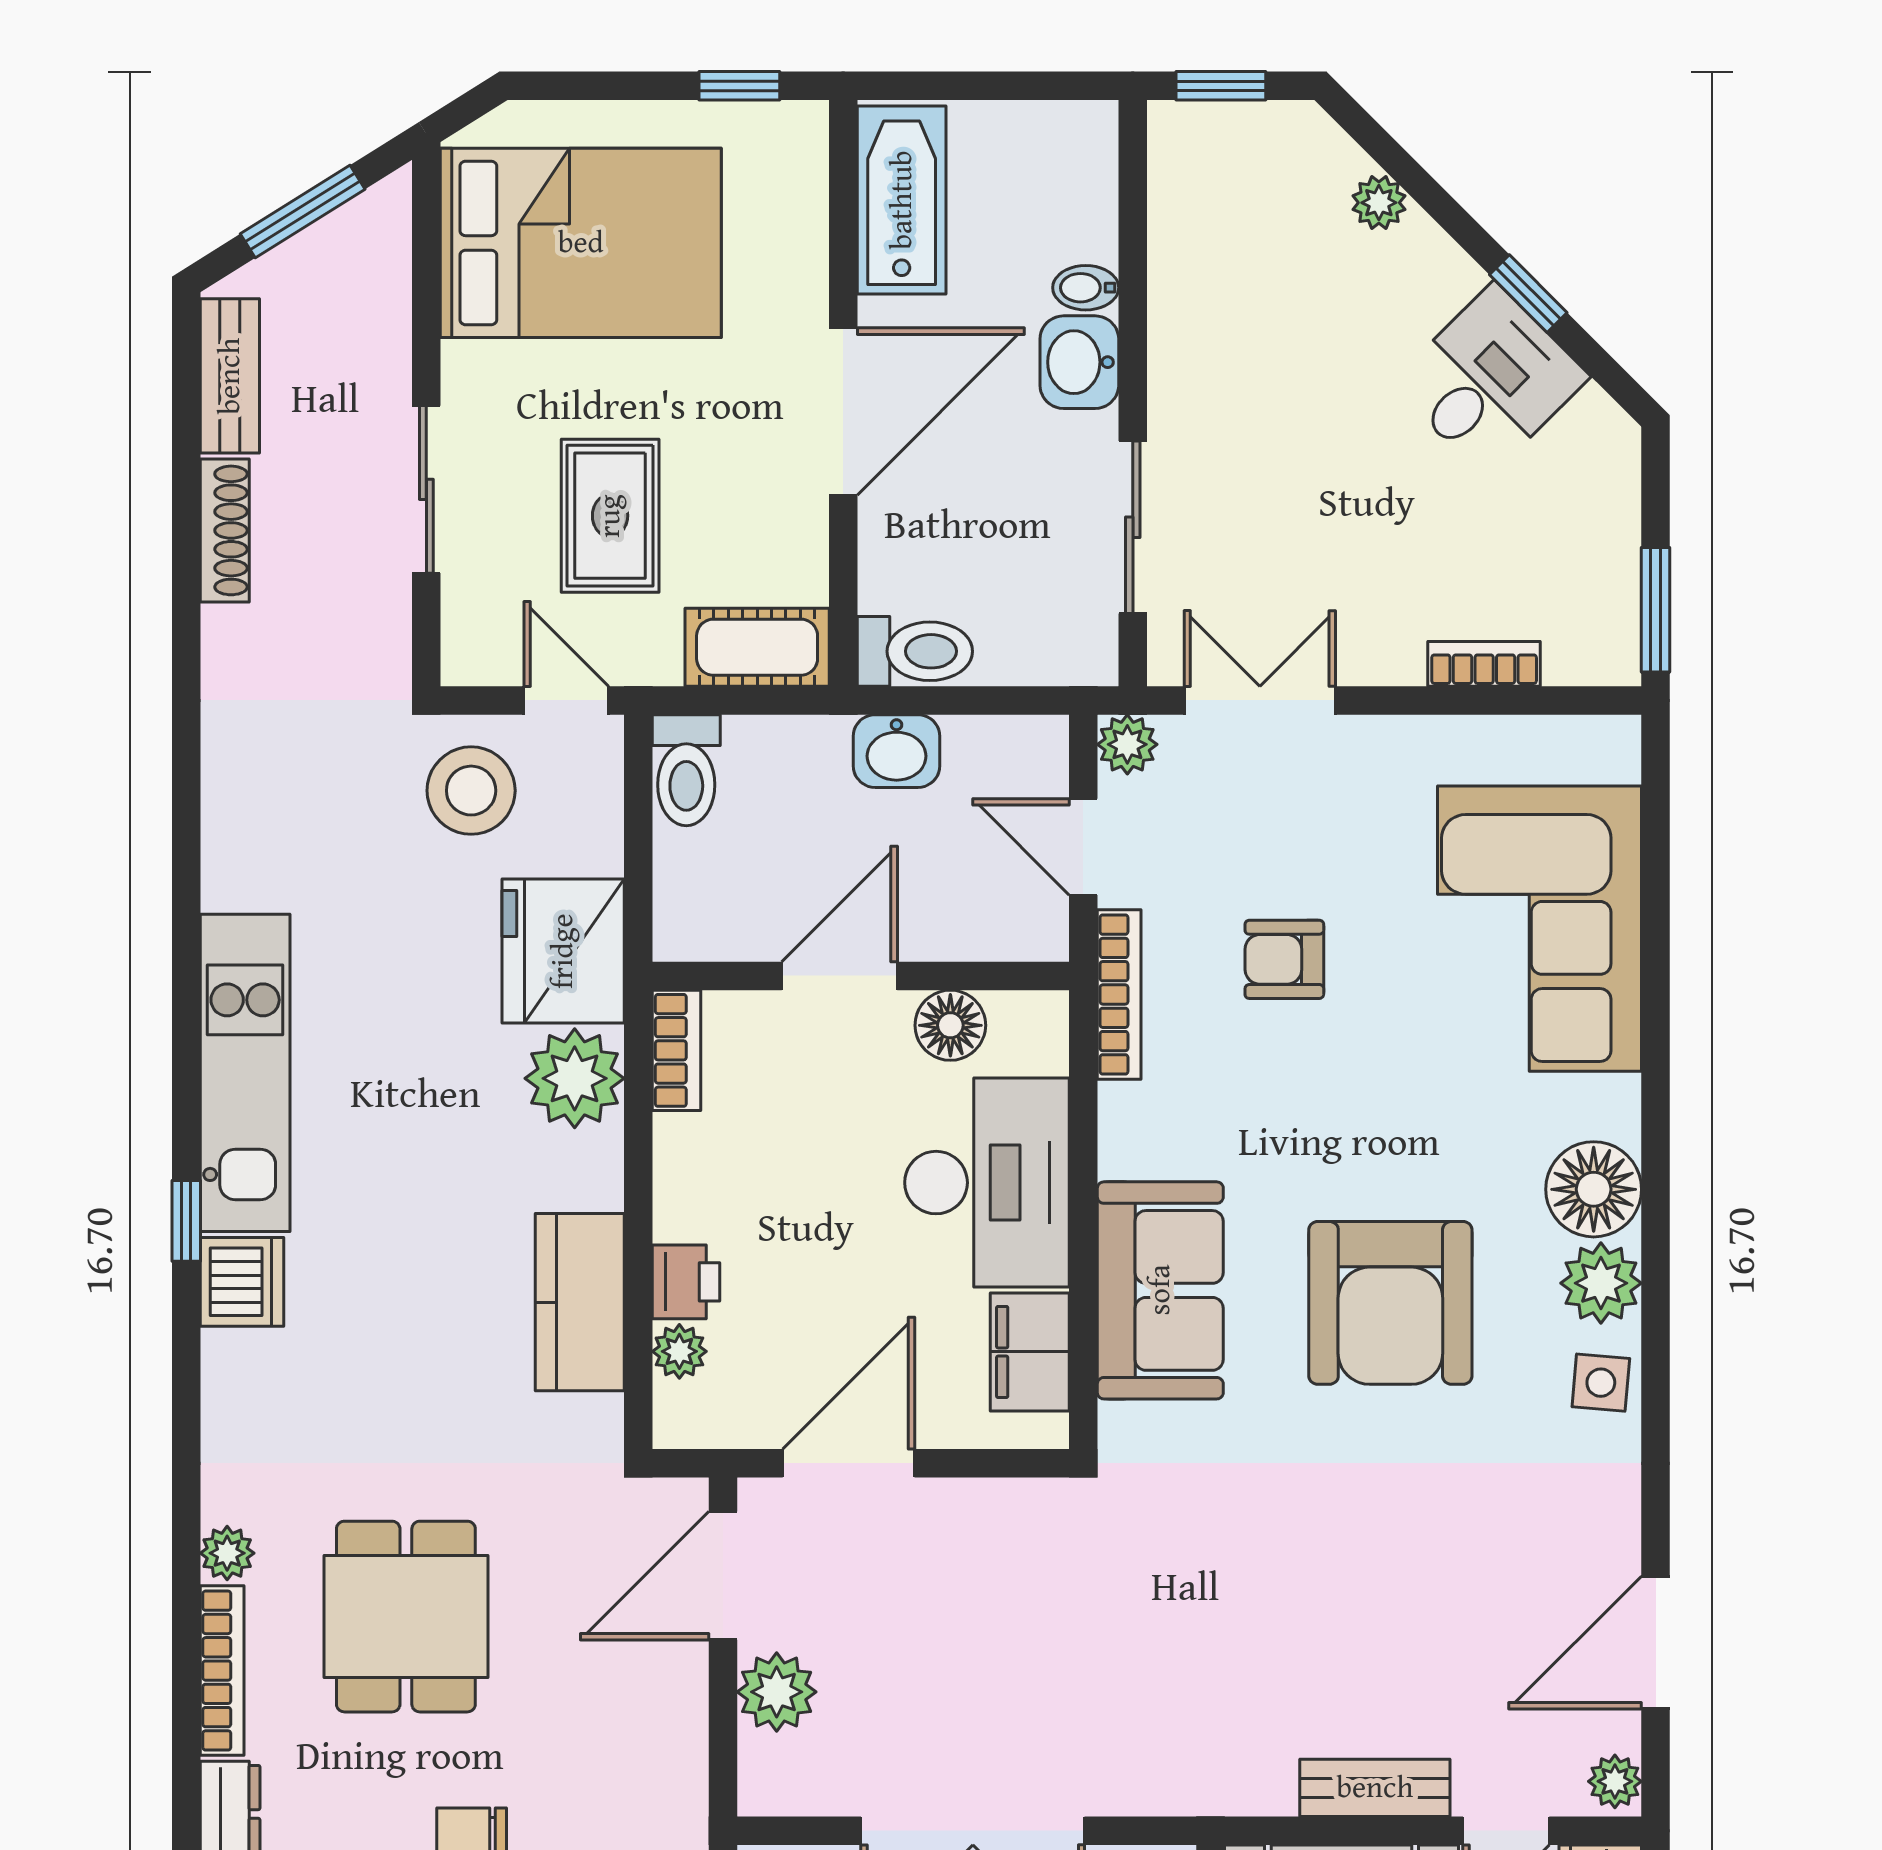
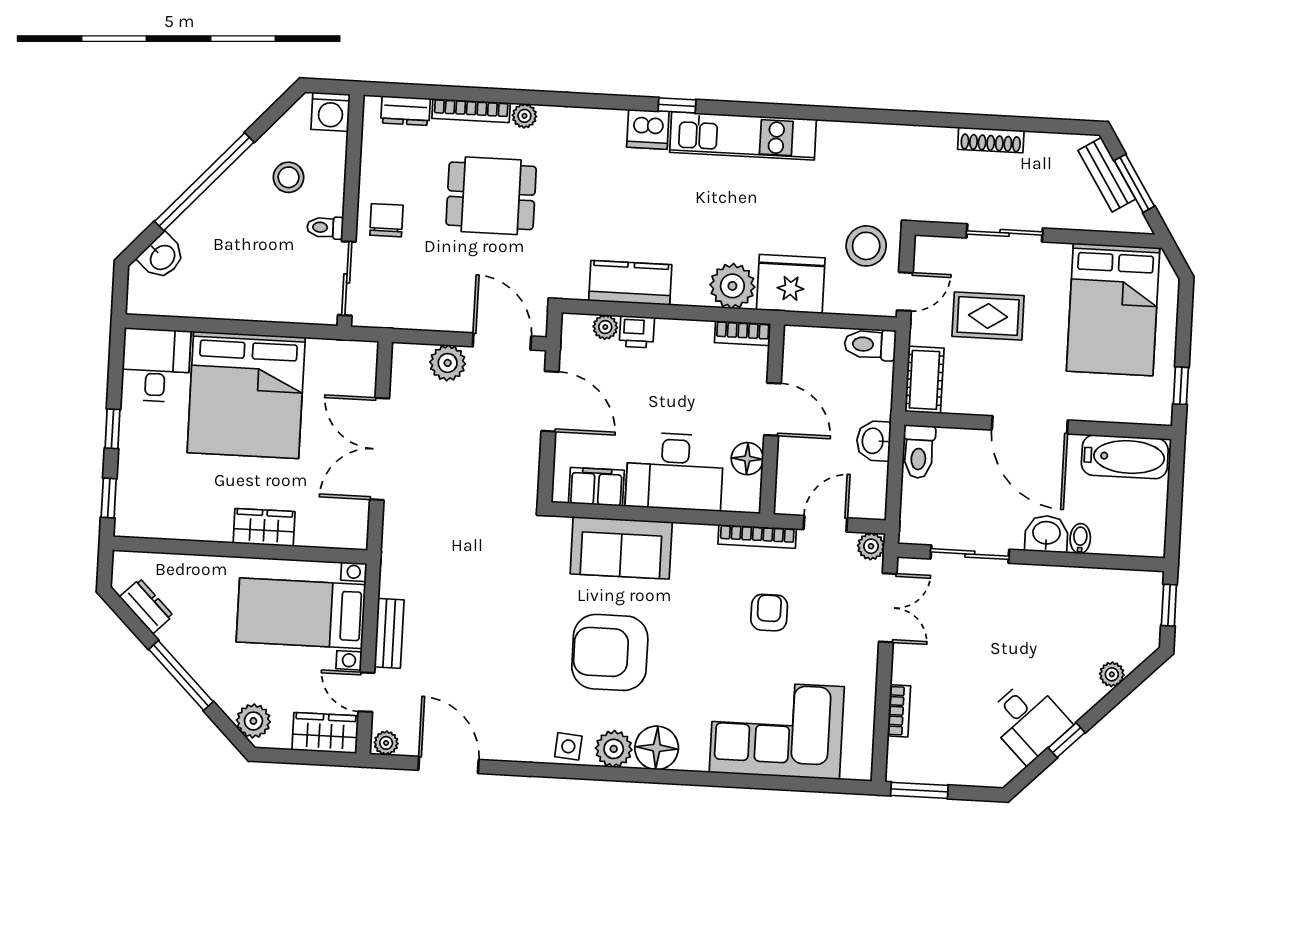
bench: (230, 376) -> (1107, 175), moved, turned 58

